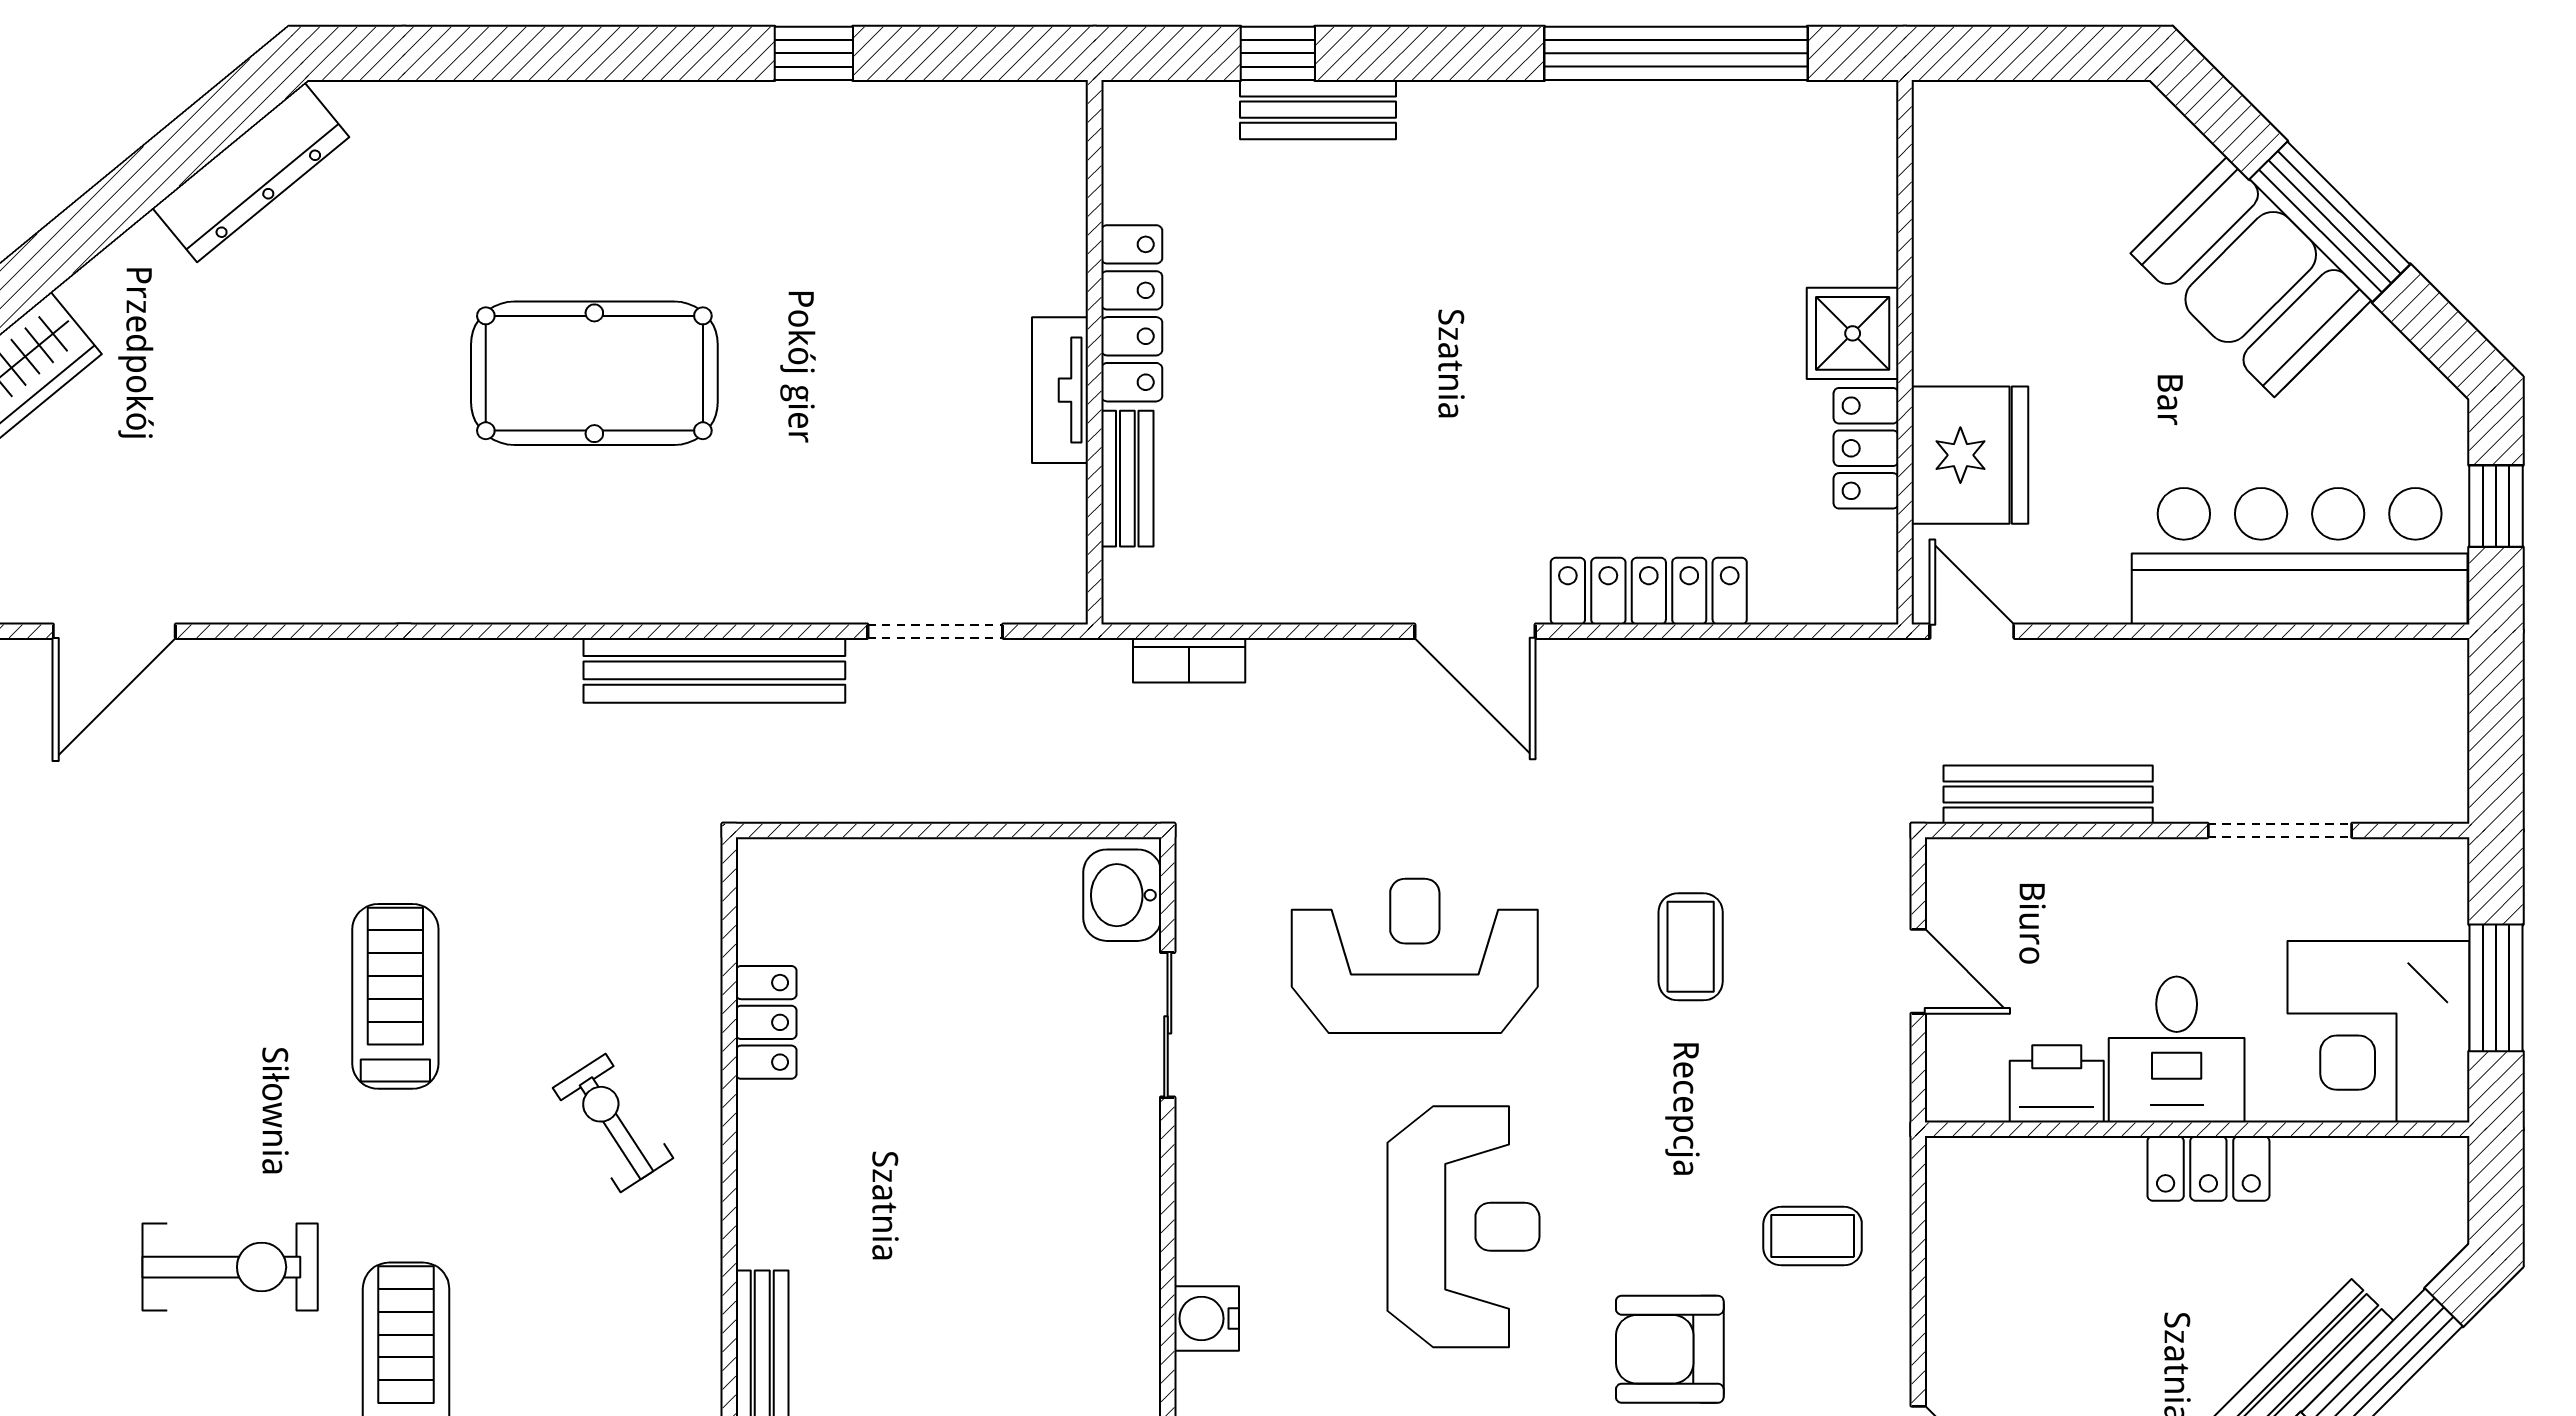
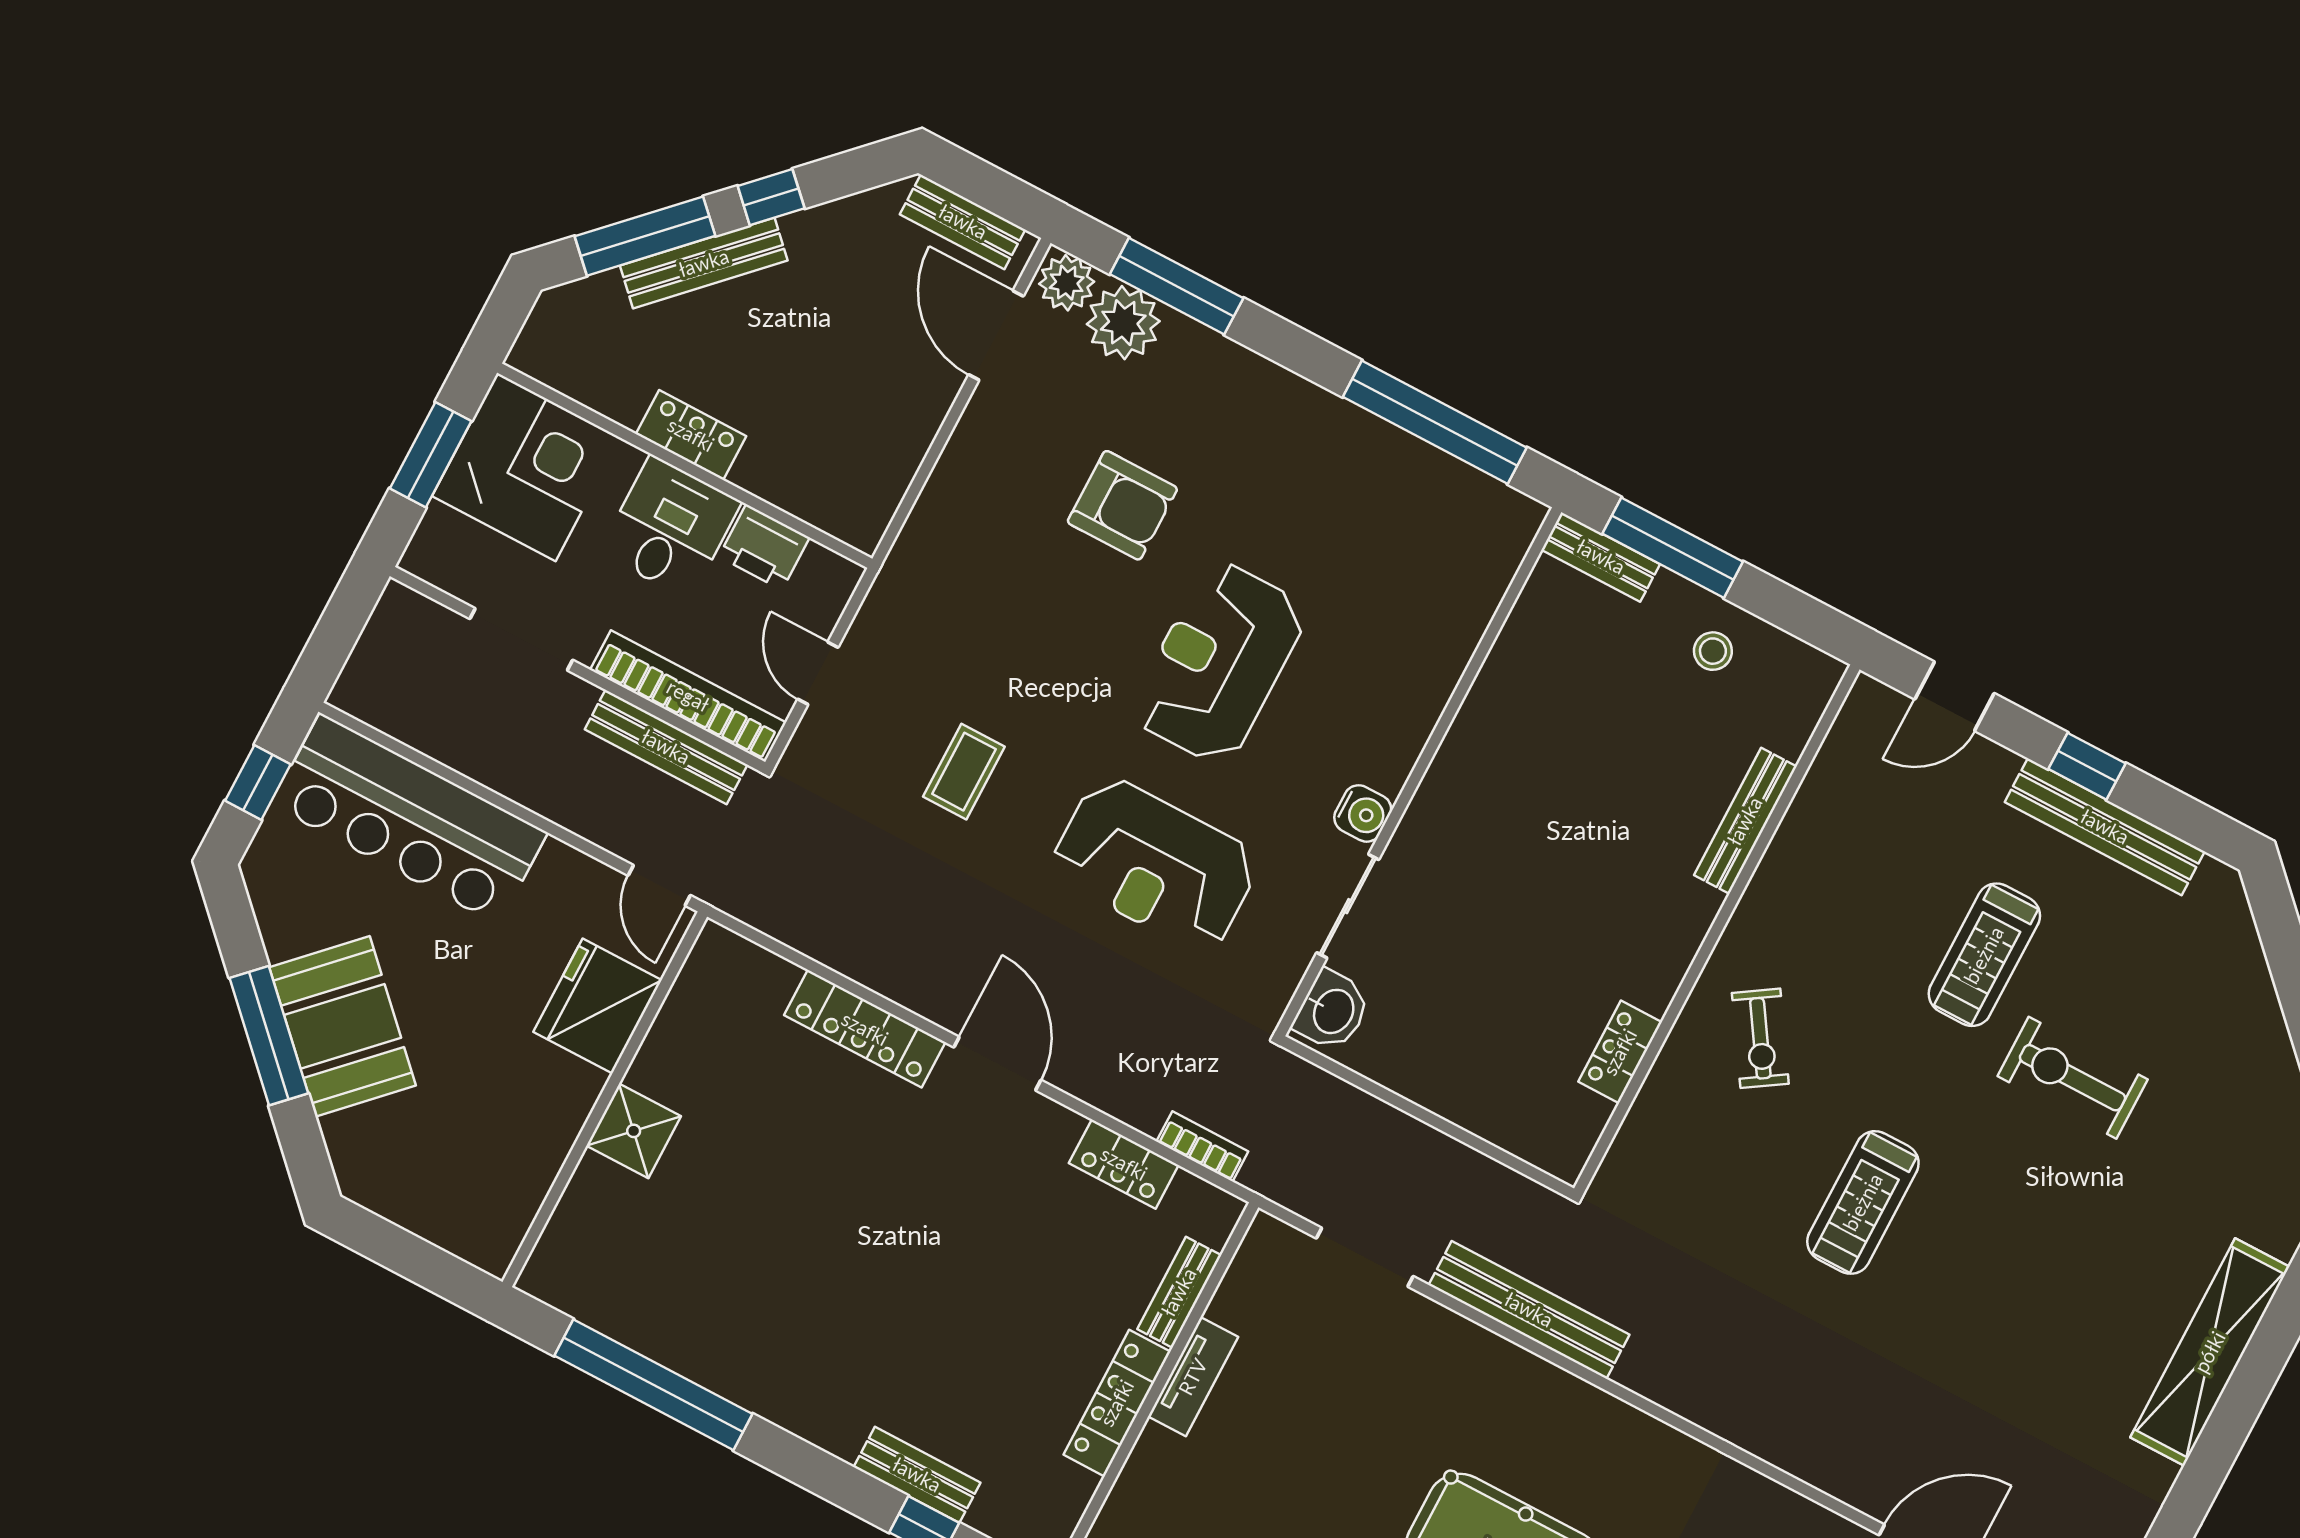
locker: (1866, 448) -> (1124, 1164), moved, turned 90
bookcase: (2054, 866) -> (688, 696), added
coffee table: (1813, 1236) -> (985, 531), removed
water cooler: (1207, 1319) -> (1363, 813), moved

